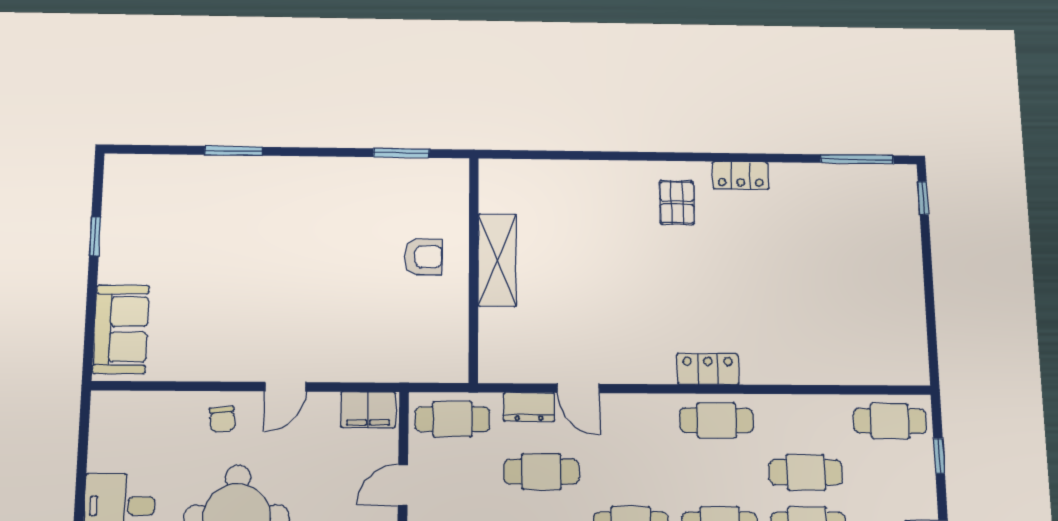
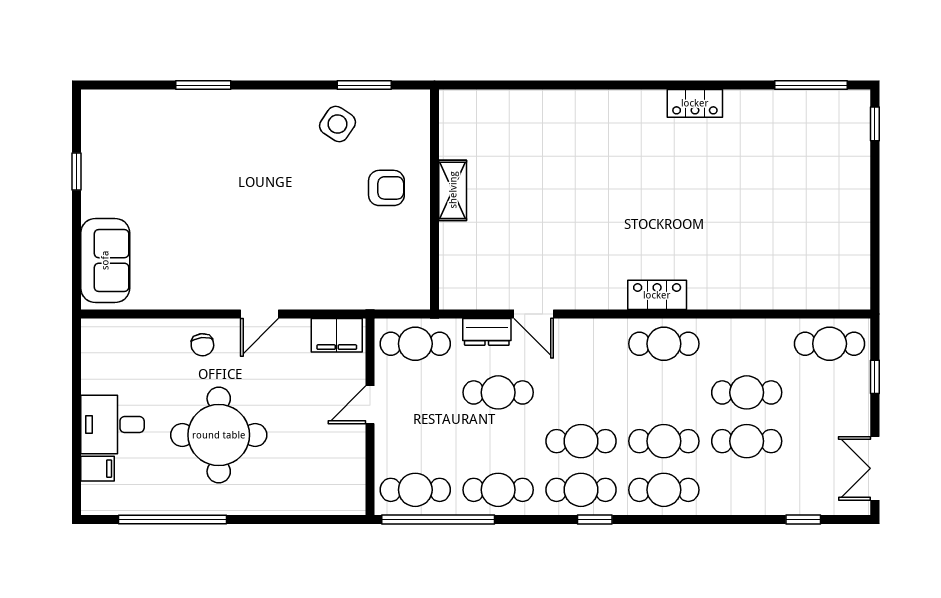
side table: (373, 191) -> (338, 124), added
pallet: (677, 203) -> (632, 132), removed
shelving: (497, 260) -> (453, 190), width x0.67, depth x0.75

